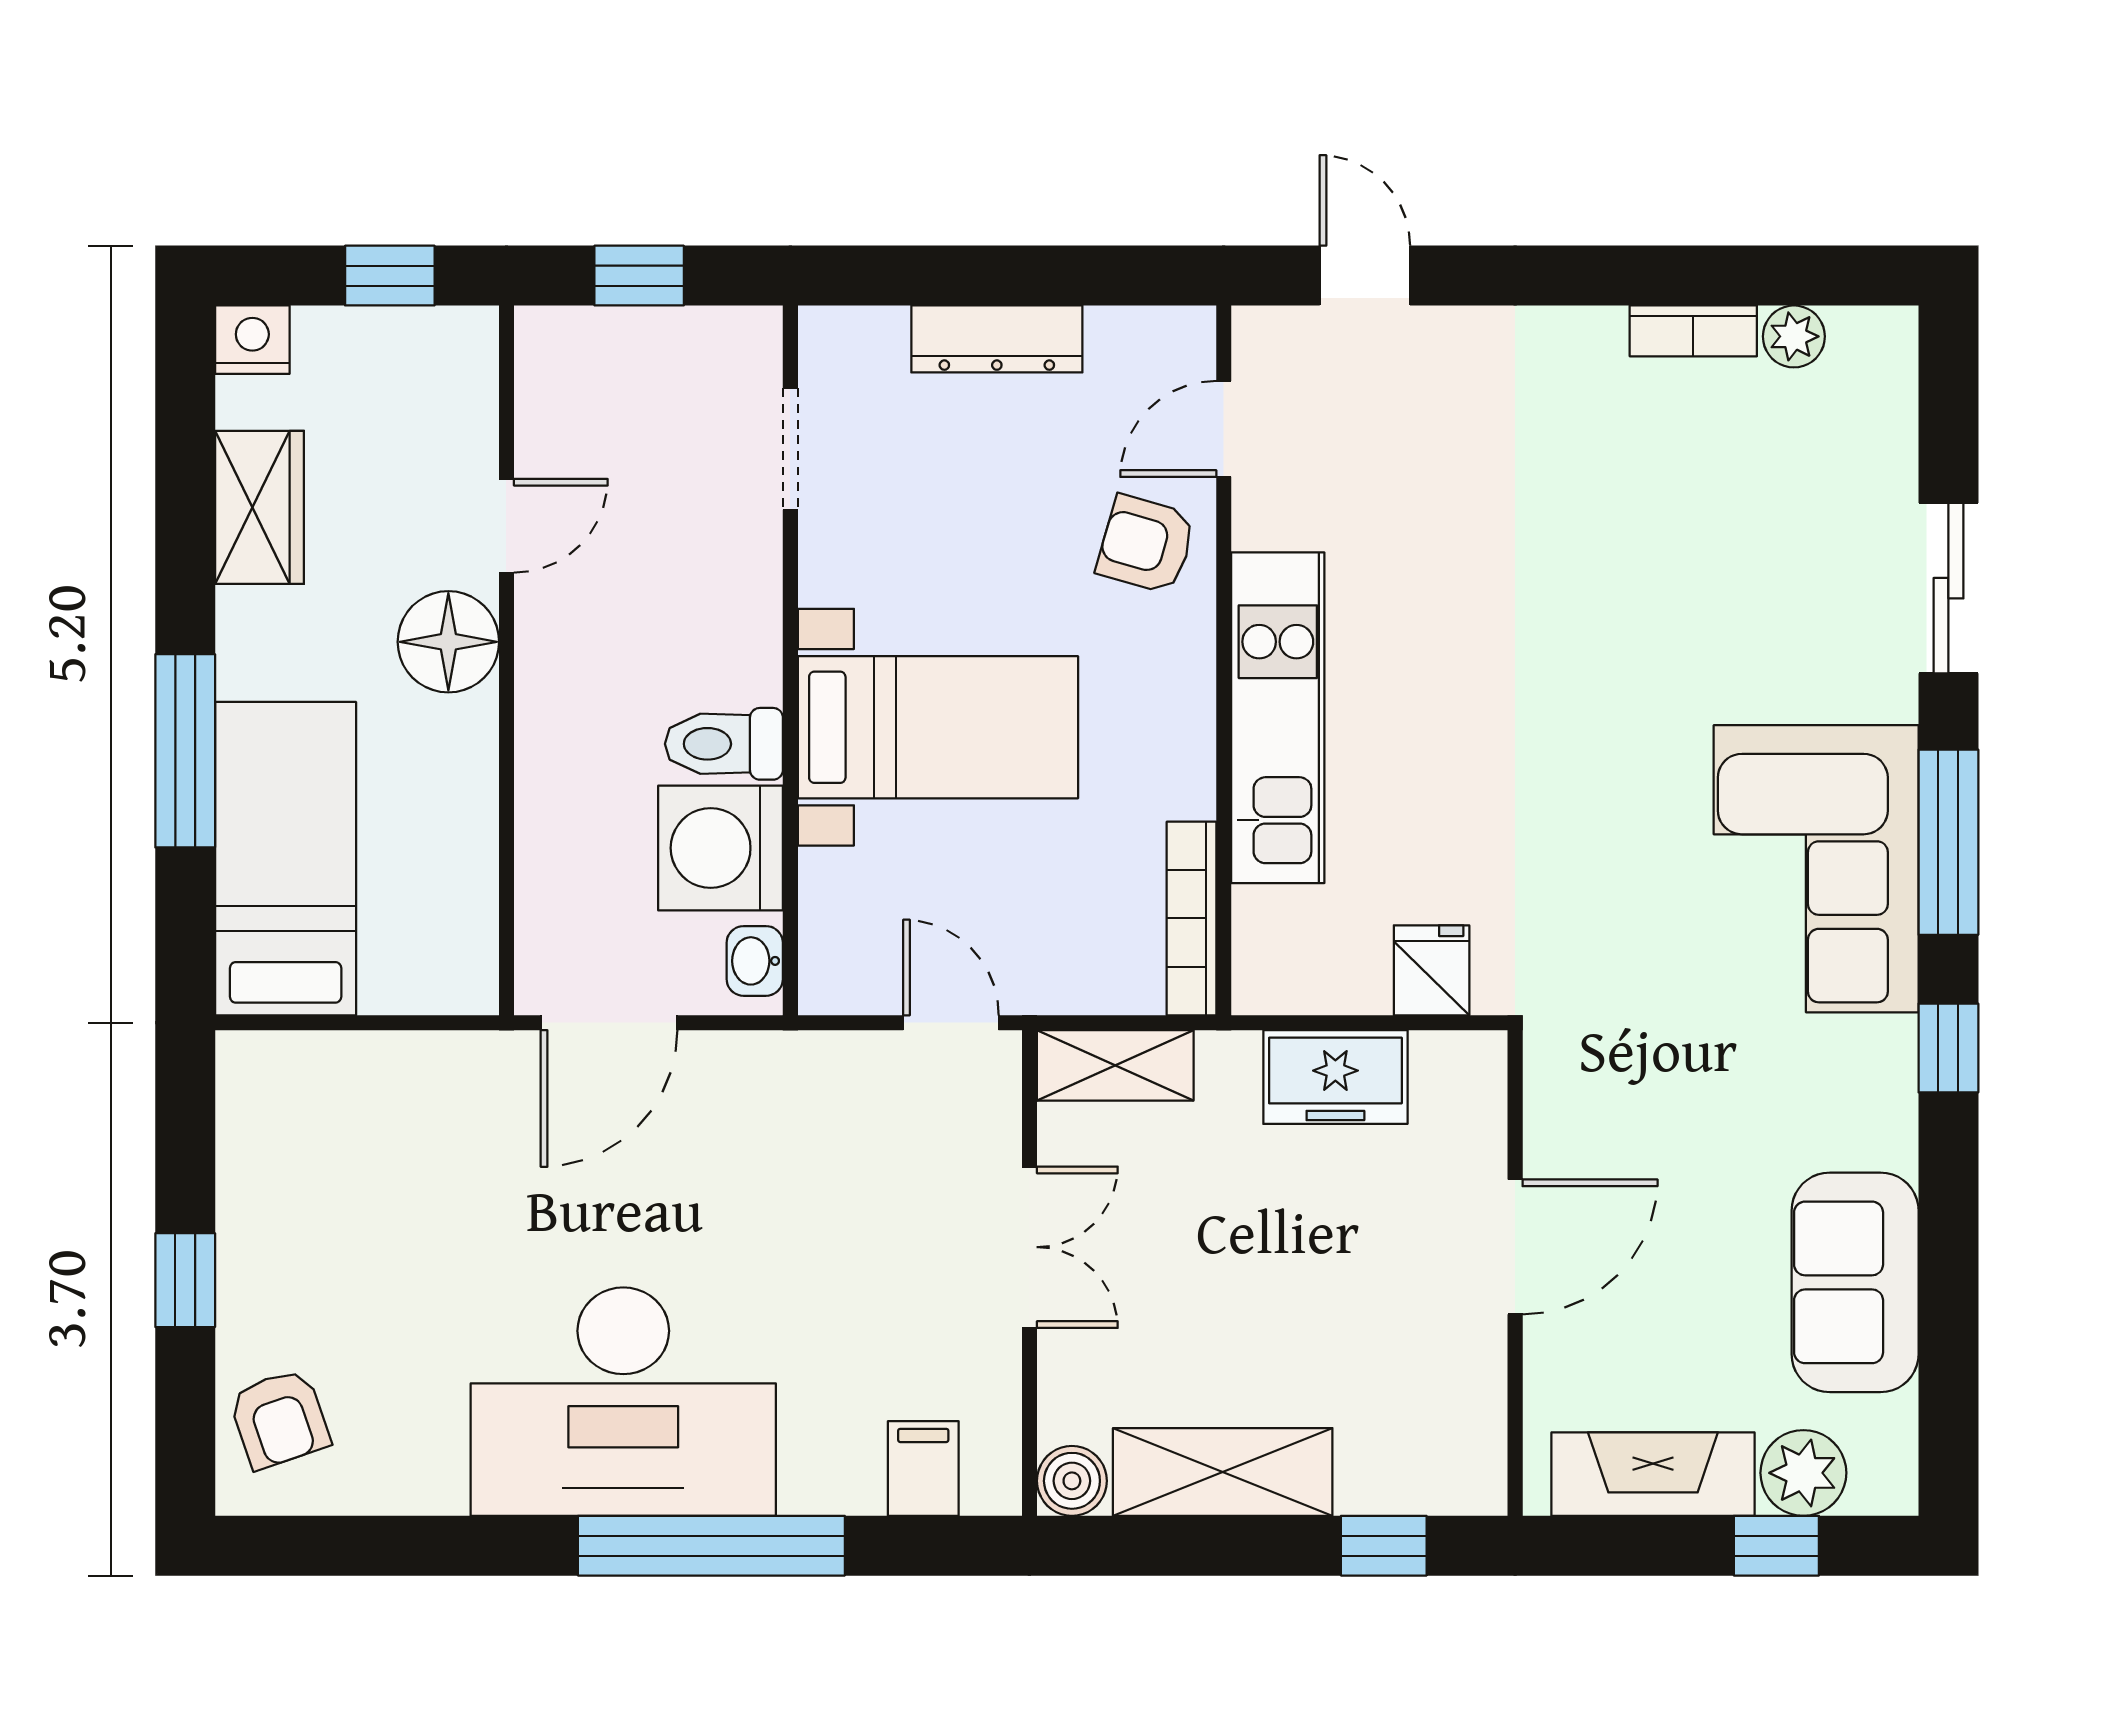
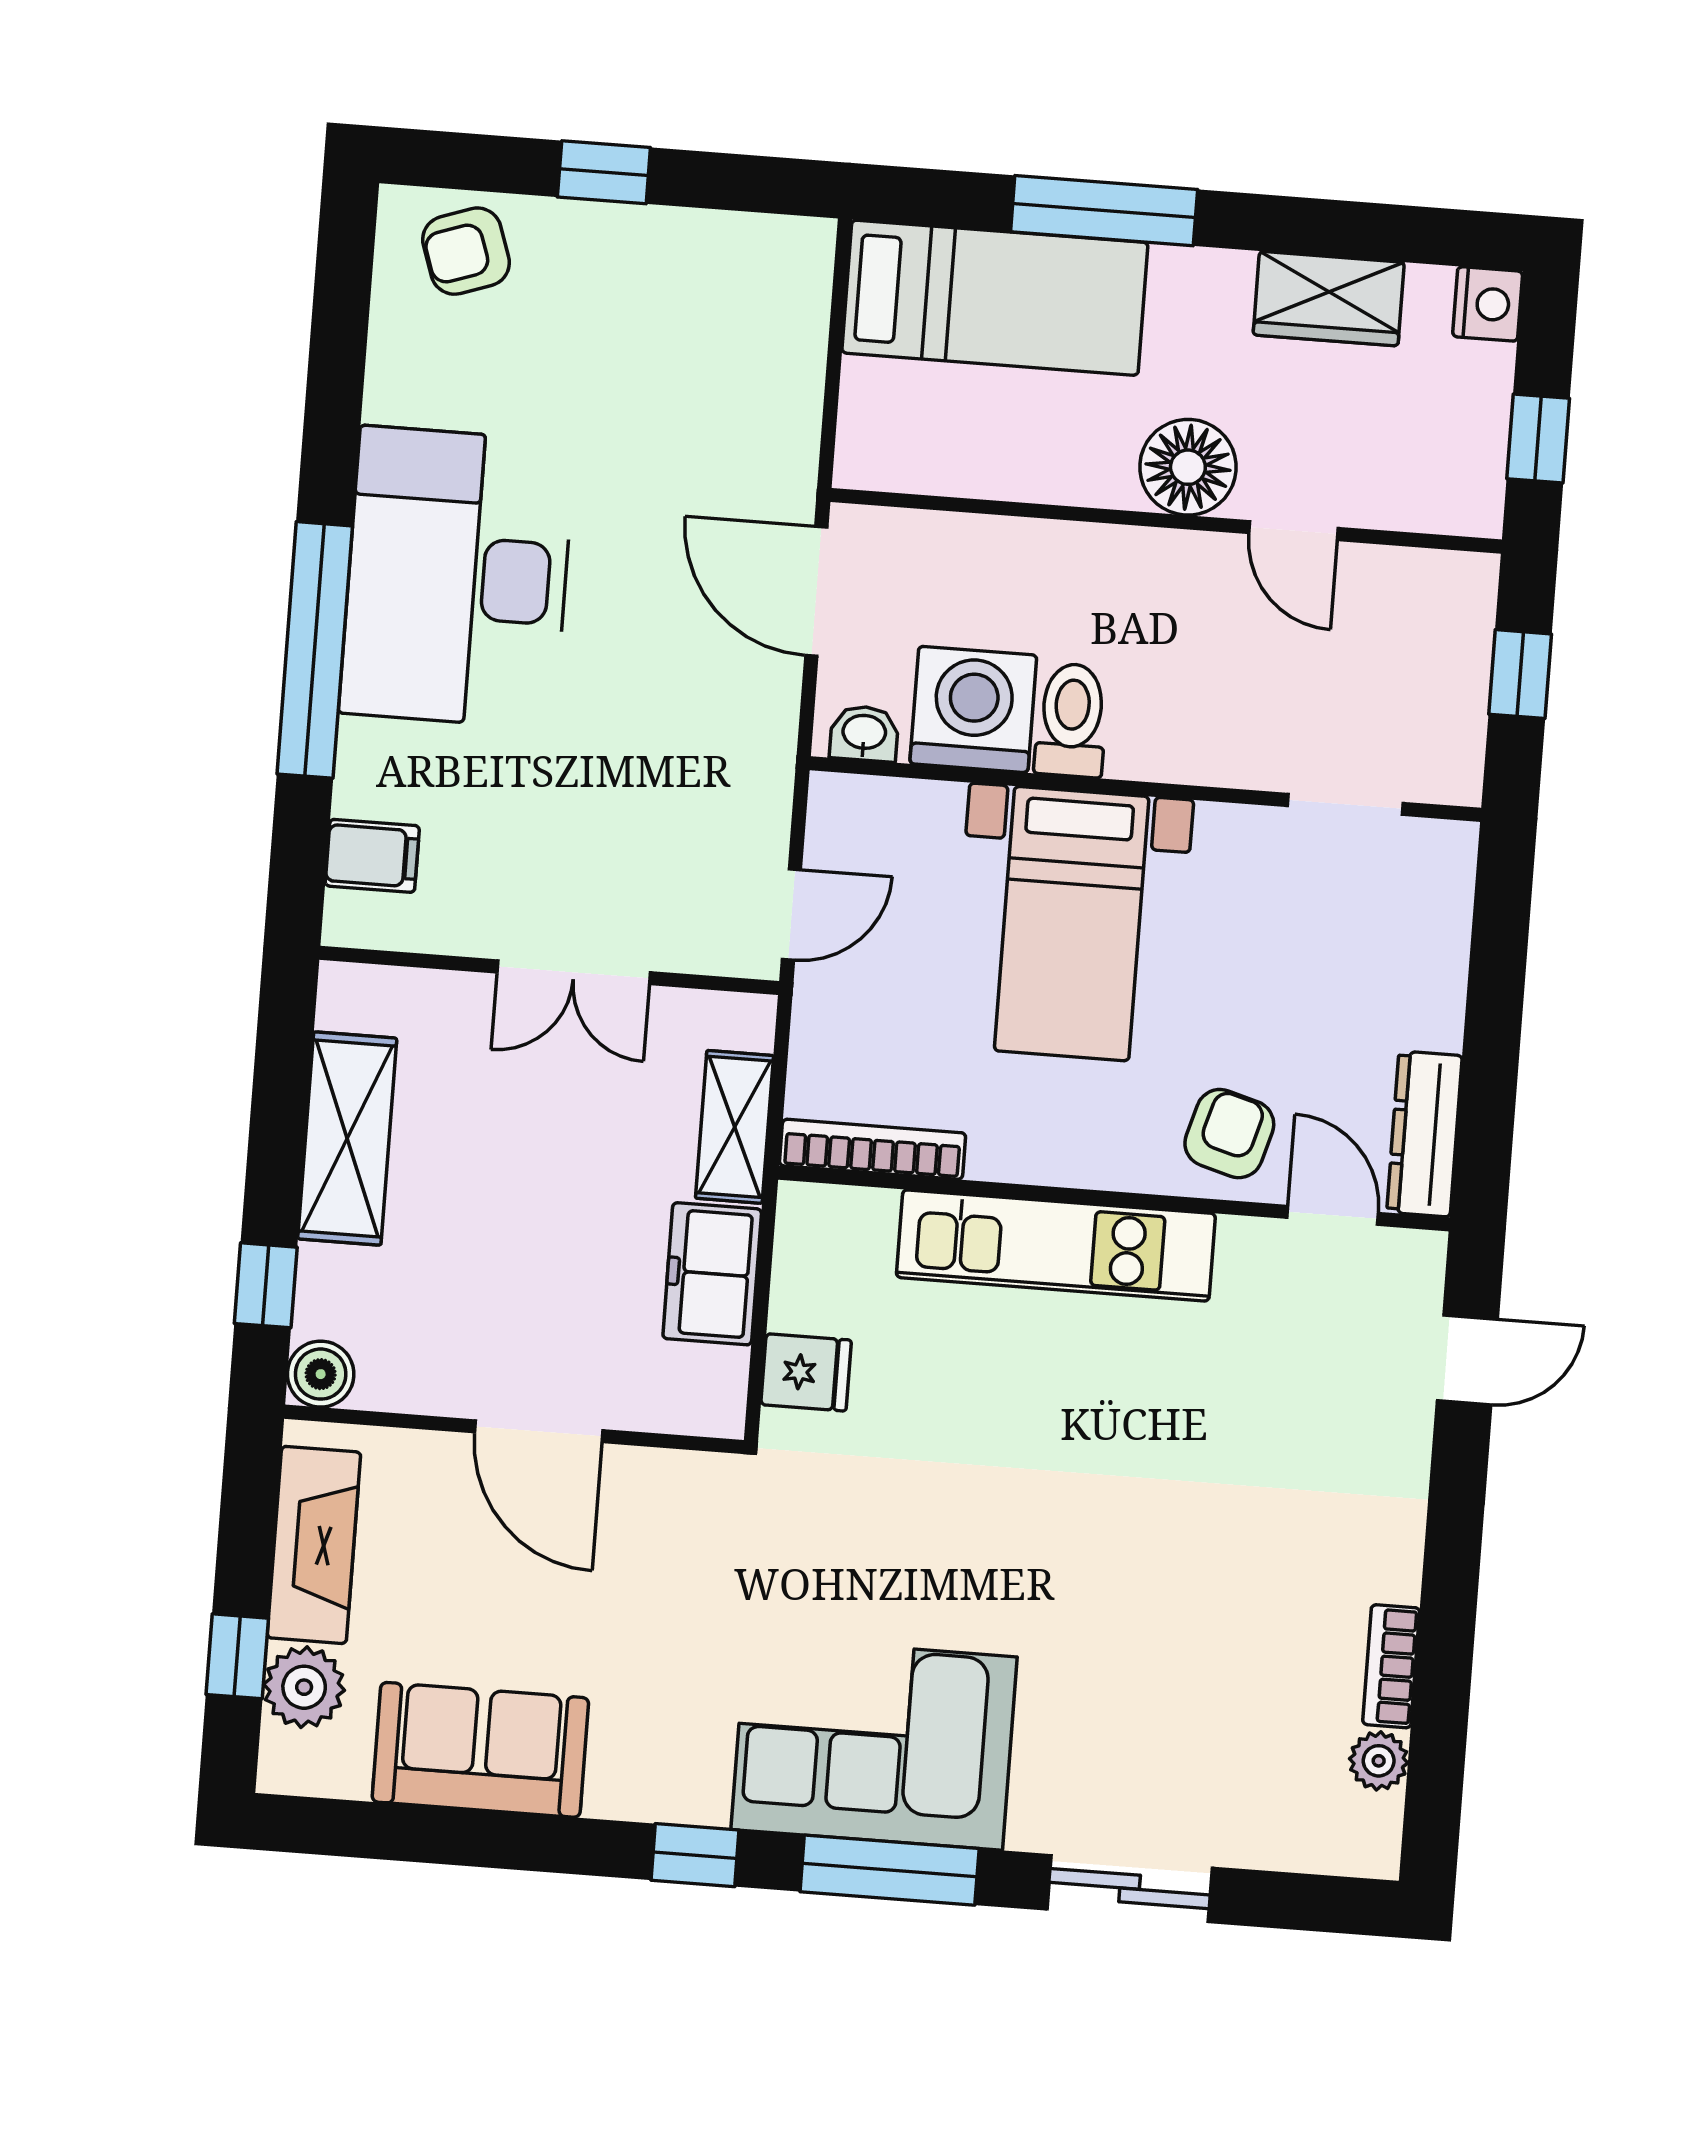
dresser: (997, 339) -> (1424, 1134), moved
shelving: (1115, 1065) -> (735, 1127), moved
boiler: (1072, 1481) -> (321, 1374), moved

